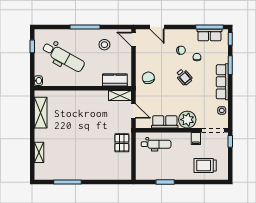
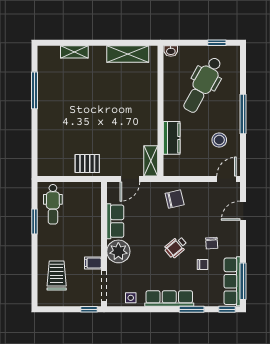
row of seats: (209, 35) -> (232, 281), width x1.48
kitchen counter: (115, 80) -> (172, 138), moved
dental chair: (156, 144) -> (53, 204), moved

